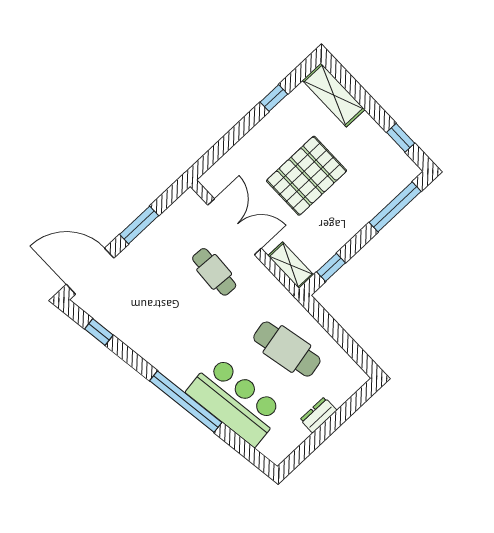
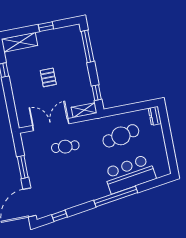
window: (401, 138) -> (46, 27), moved
pallet: (307, 176) -> (48, 77), width x0.49, depth x0.50
dresser: (318, 415) -> (155, 116), moved

